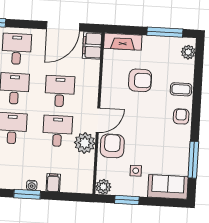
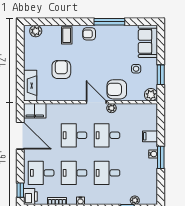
window: (165, 32) -> (20, 51), removed
plant: (85, 143) -> (112, 108), width x0.53, depth x0.53
window: (193, 160) -> (109, 22), moved

